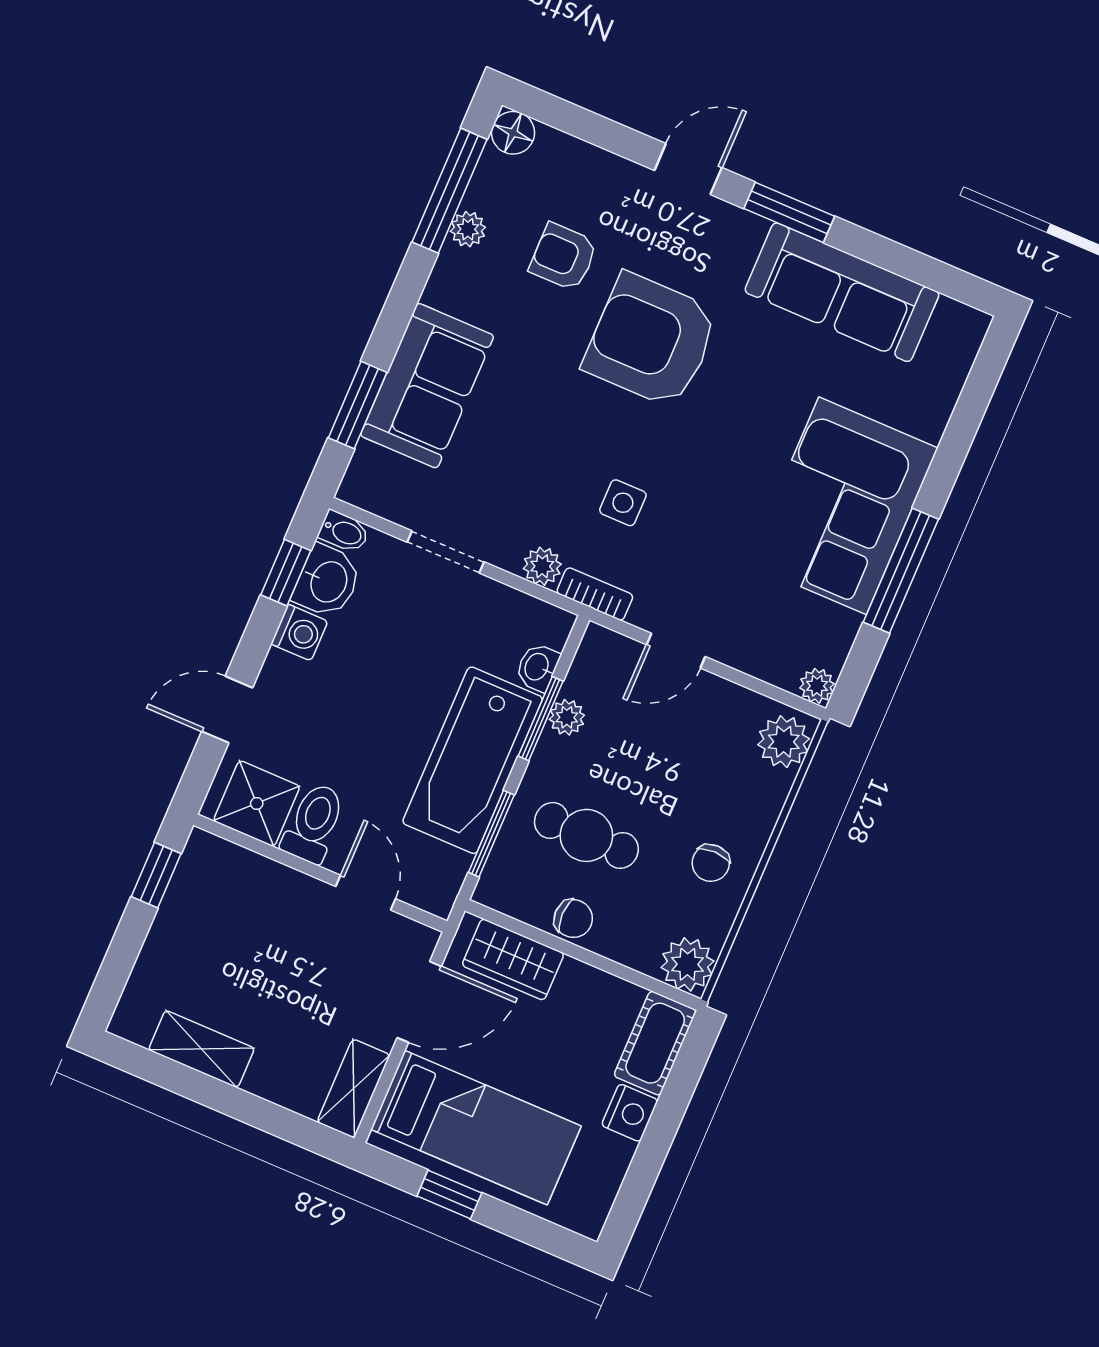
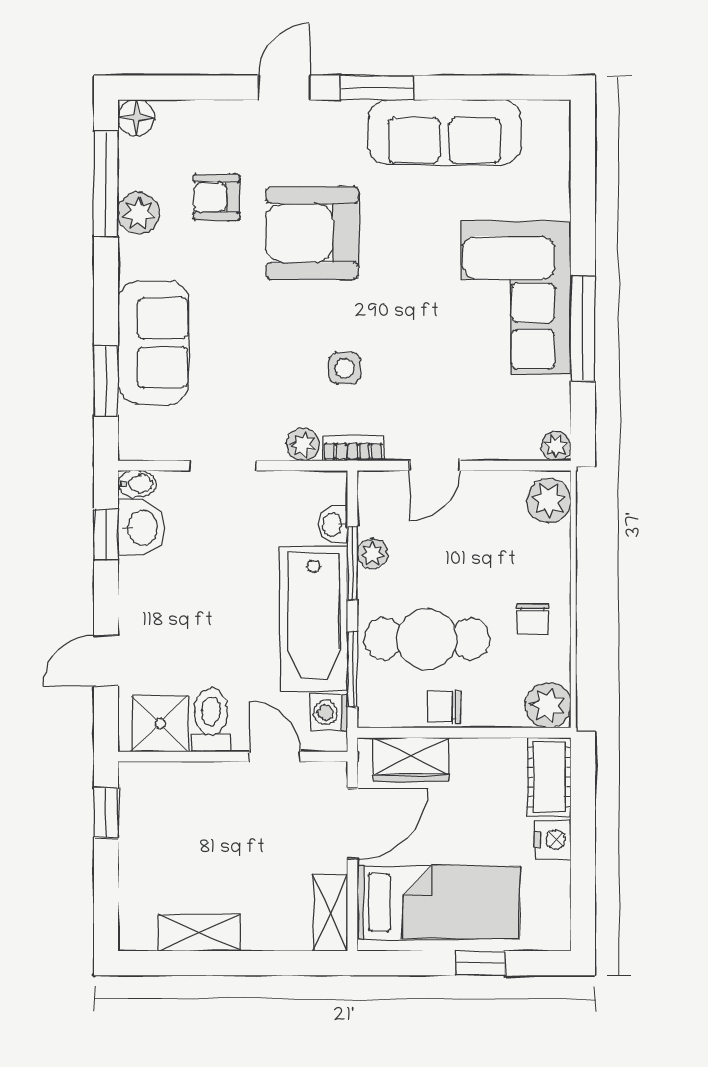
plant: (468, 229) -> (139, 213), width x1.38, depth x1.38
washing machine: (299, 633) -> (329, 713), moved, turned 180
cafe table: (586, 835) -> (427, 639), width x1.37, depth x1.35
chair: (573, 919) -> (444, 708), turned 180
window: (449, 1195) -> (480, 963), moved

